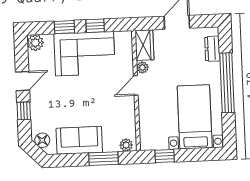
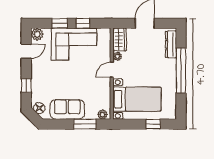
dresser: (212, 49) -> (171, 44), width x1.44
door: (23, 81) -> (26, 51), moved
bed with nightstands: (195, 117) -> (137, 99), moved, turned 90
window: (165, 156) -> (153, 124), moved

